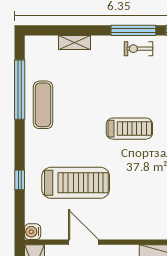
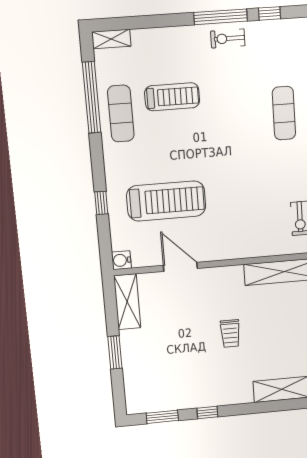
shelving: (74, 42) -> (111, 39), moved
treadmill: (129, 129) -> (172, 97), moved

